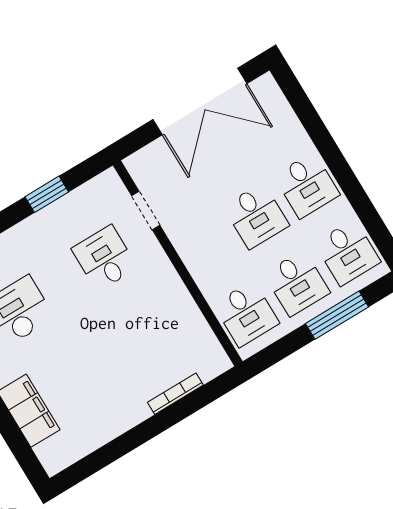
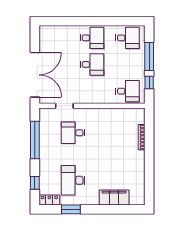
double door: (200, 102) -> (35, 75), moved
window: (47, 194) -> (35, 140), width x2.11
desk: (297, 283) -> (128, 64), removed
window: (288, 345) -> (149, 83), added

